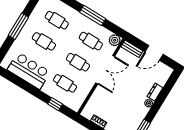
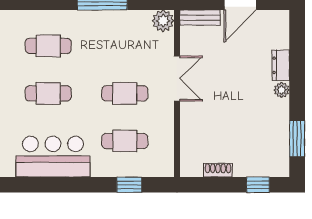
cafe table: (91, 41) -> (125, 46), removed
double door: (105, 70) -> (177, 79), width x0.73

